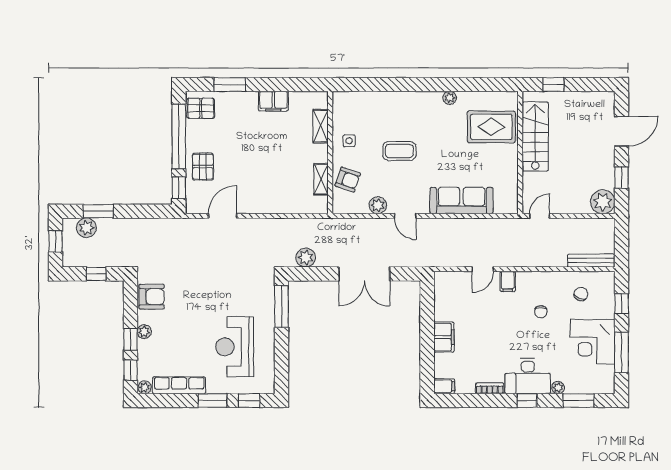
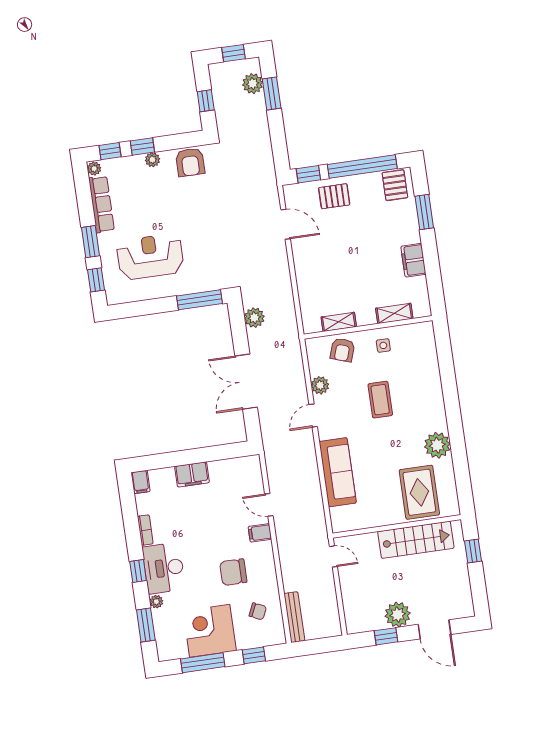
plant: (450, 98) -> (437, 445), width x1.88, depth x1.88
plant: (603, 202) -> (398, 615), moved
chair: (541, 312) -> (233, 572), width x1.87, depth x1.87

